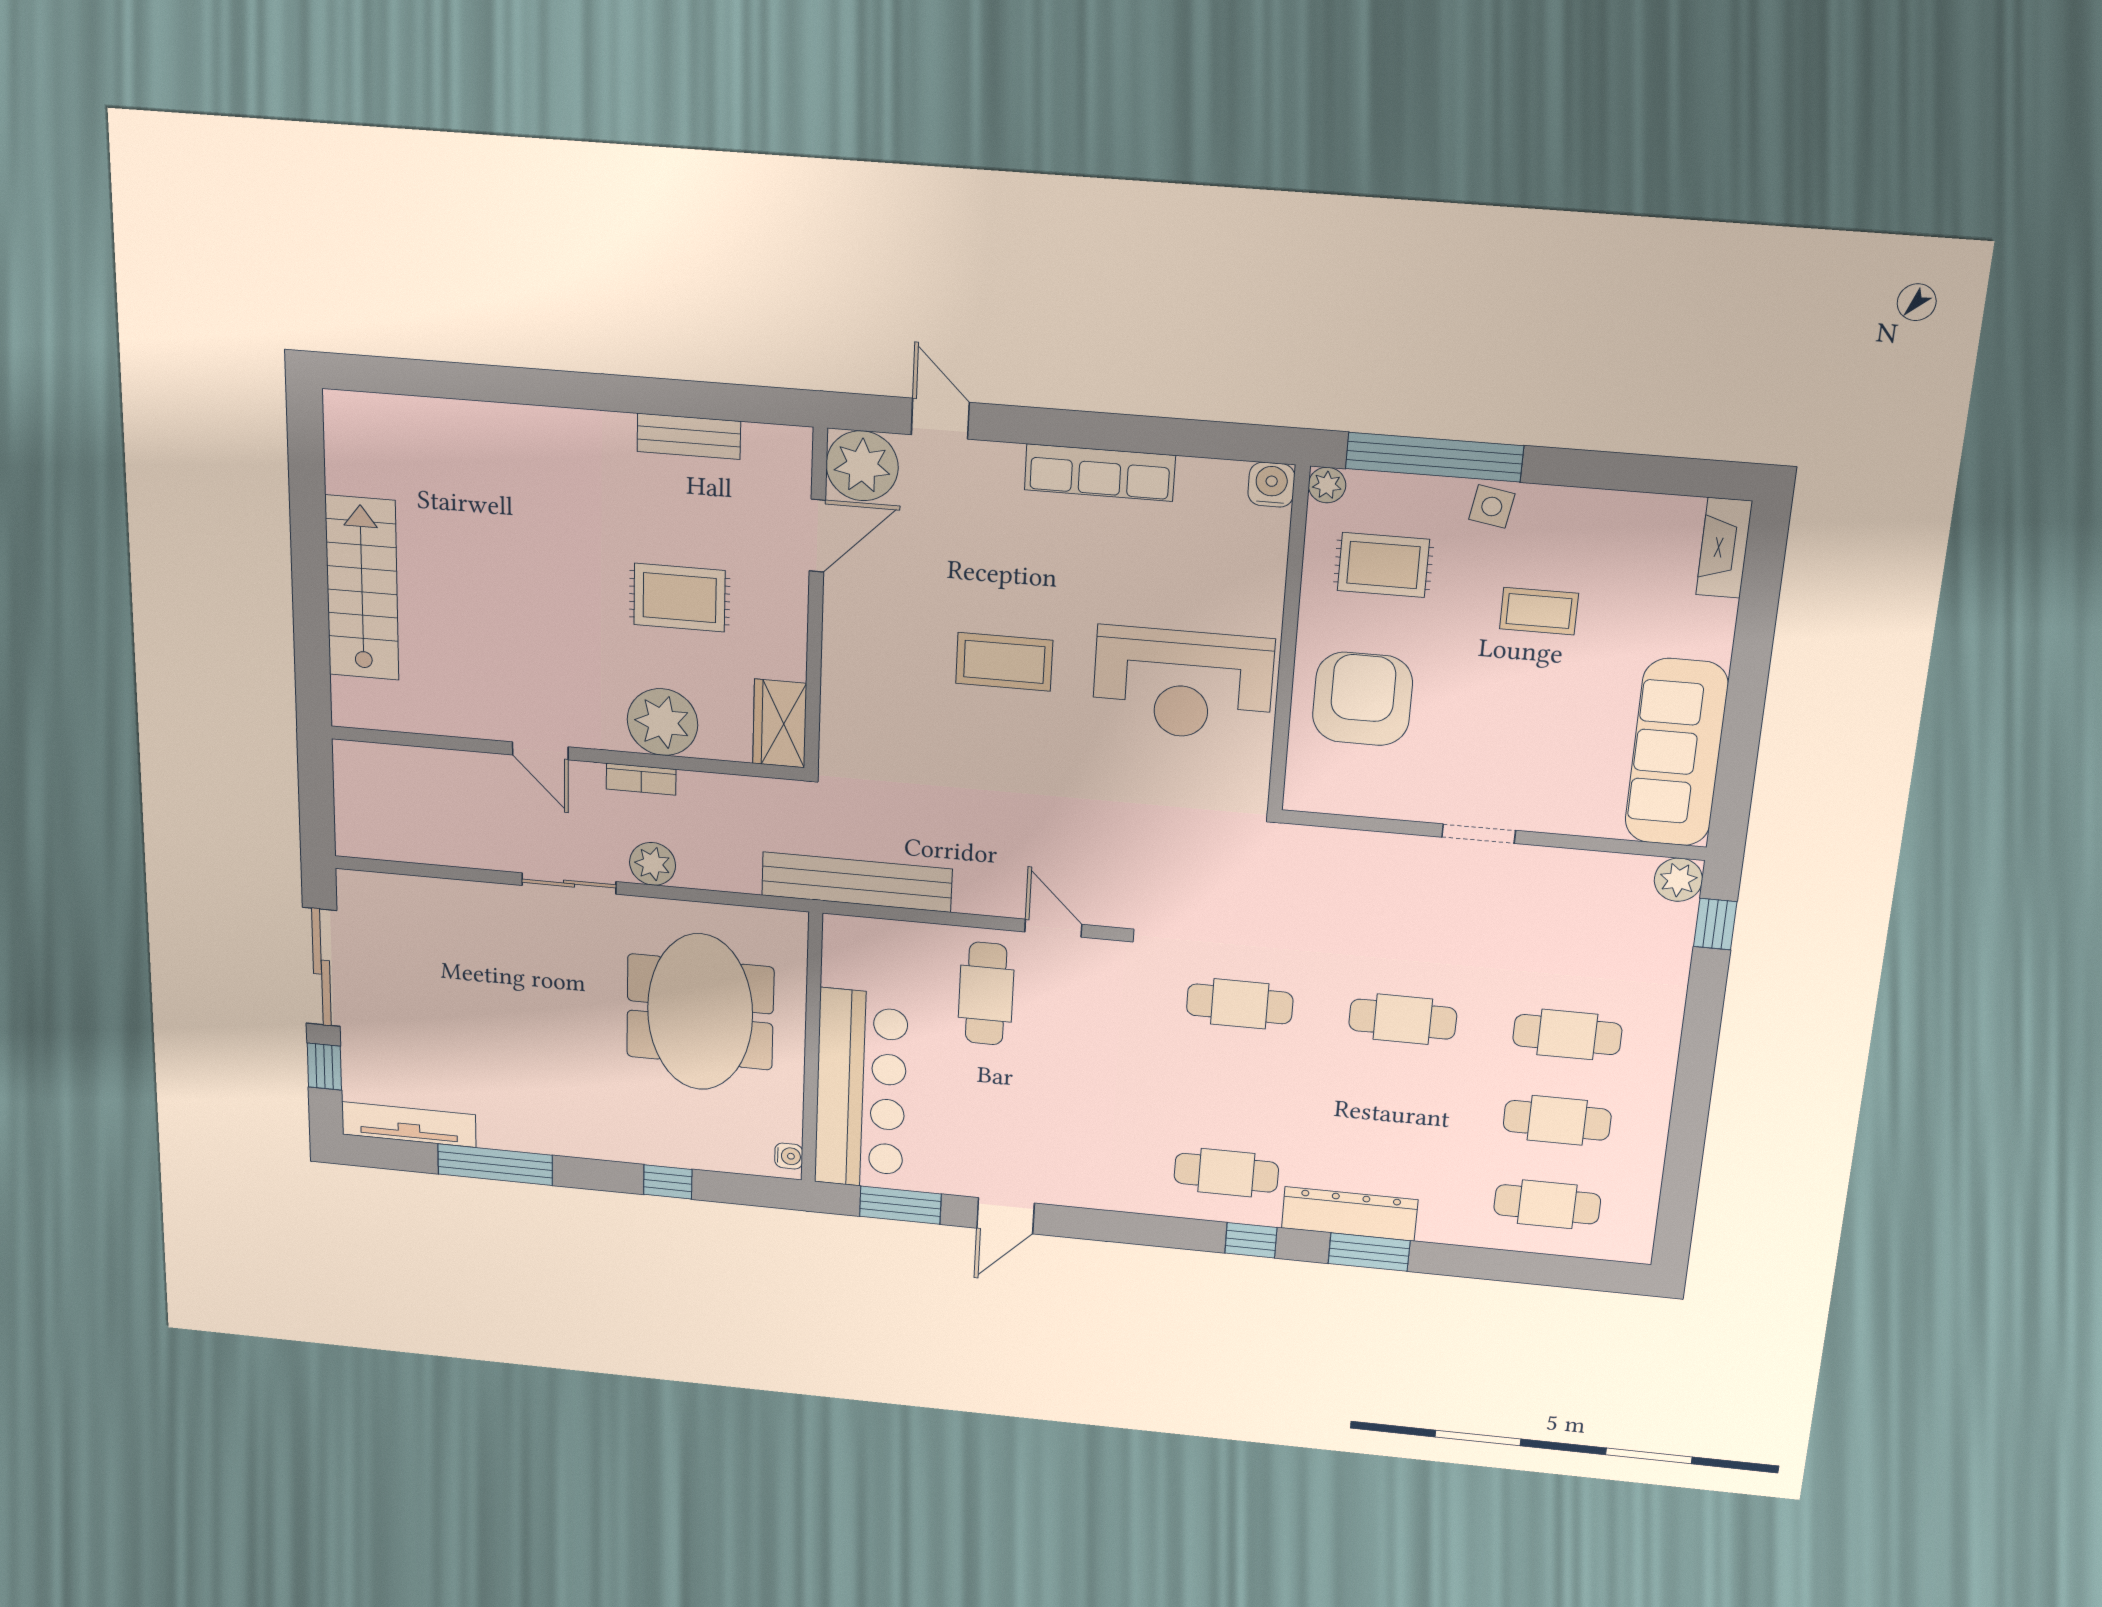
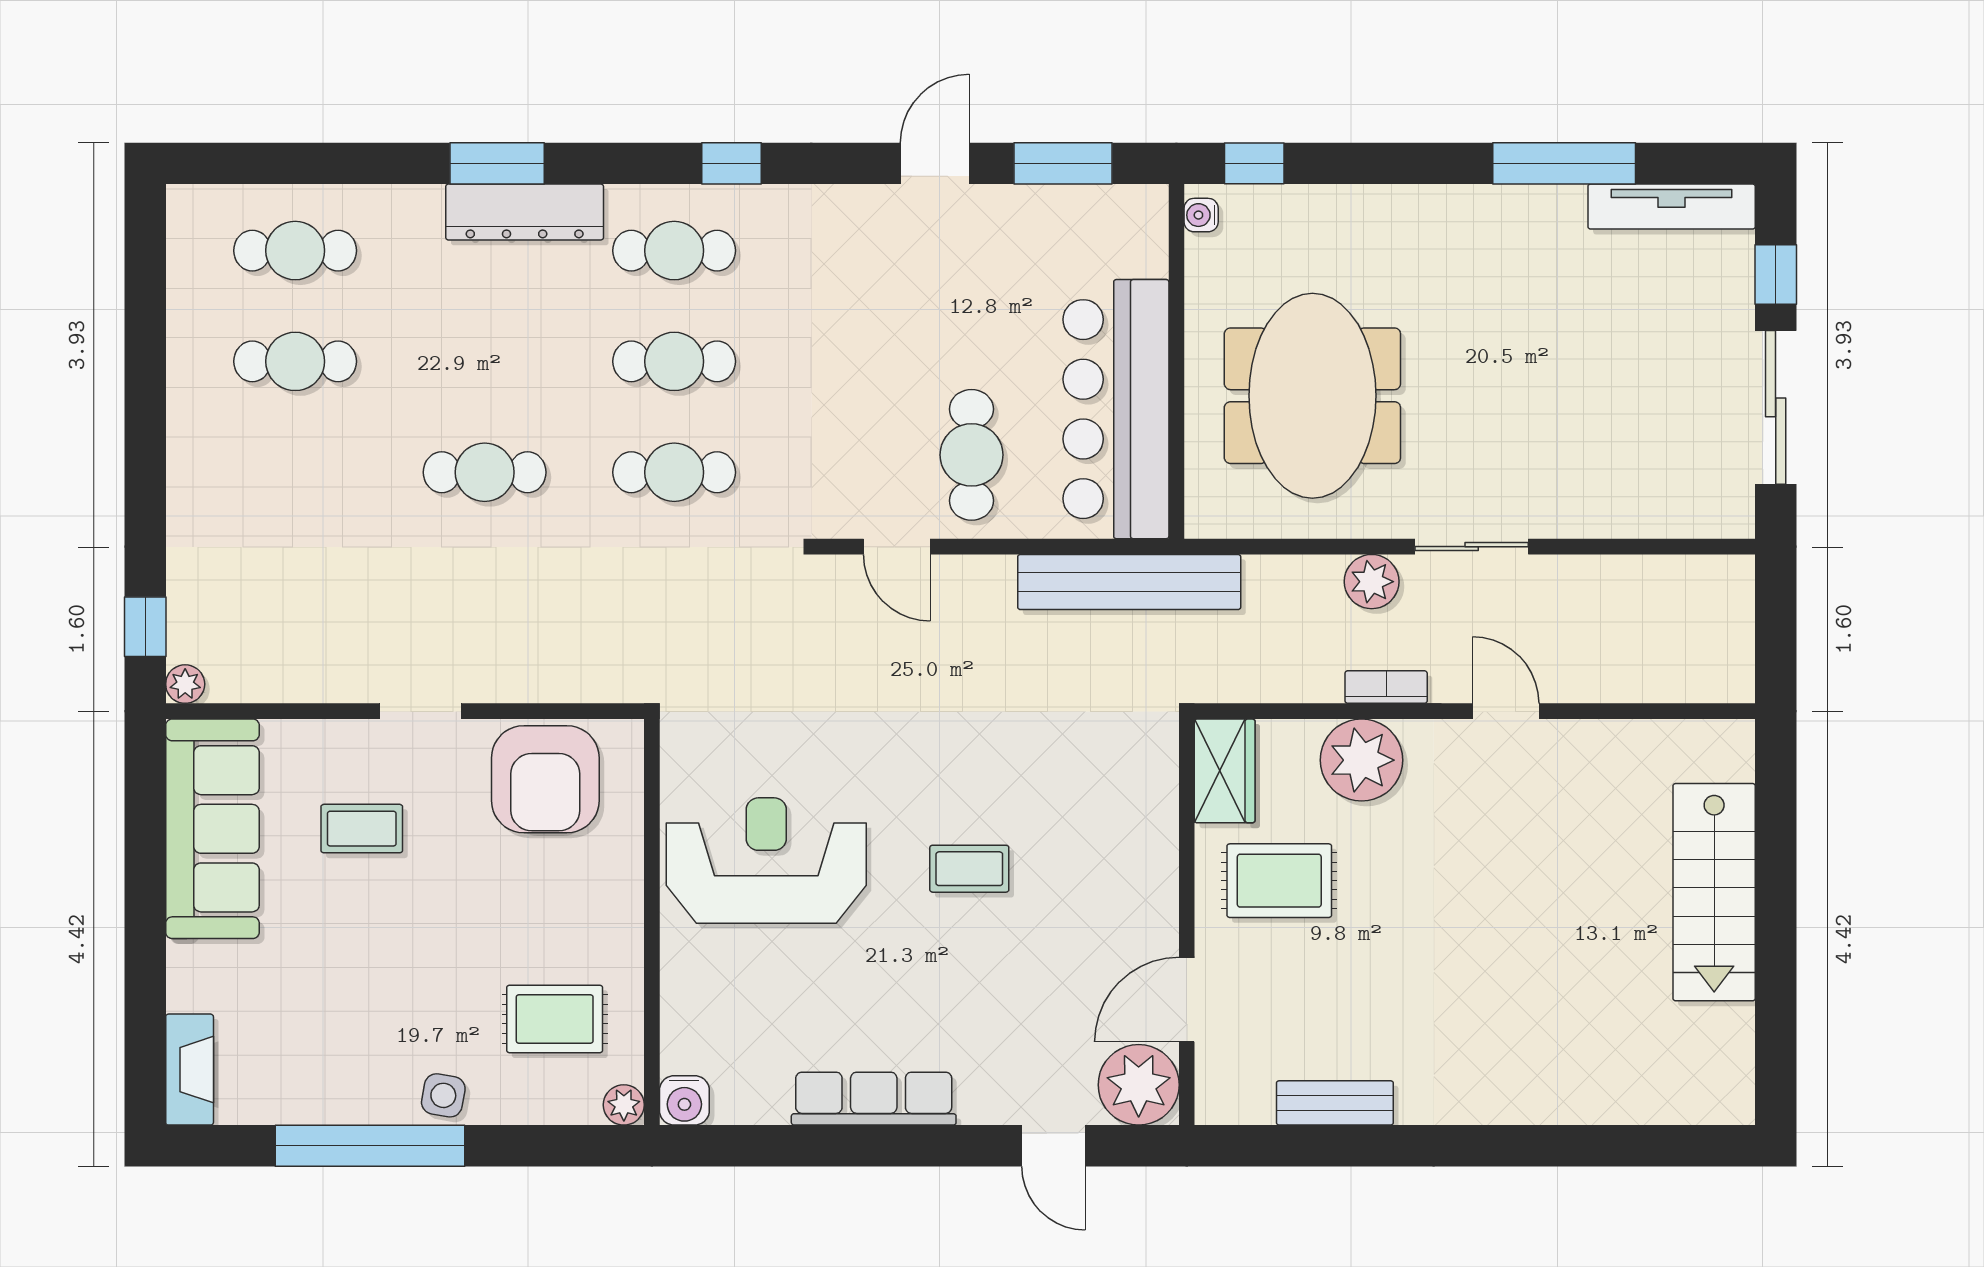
window: (1434, 457) -> (370, 1146), moved
rug: (680, 598) -> (1279, 881), moved
coffee table: (1539, 611) -> (362, 829), moved
coffee table: (1004, 662) -> (969, 869), width x0.73, depth x0.77
armchair: (1362, 699) -> (545, 779), moved
plant: (1678, 880) -> (185, 684), width x0.73, depth x0.73
cafe table: (1567, 1035) -> (674, 361), moved
bar counter: (861, 1090) -> (1116, 409), moved
window: (668, 1182) -> (1254, 163), moved
window: (1251, 1240) -> (731, 163), moved

